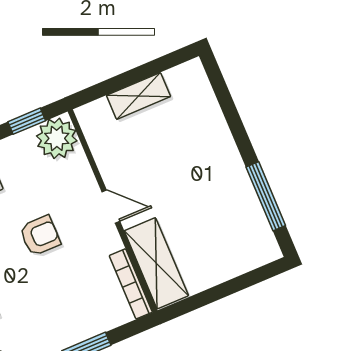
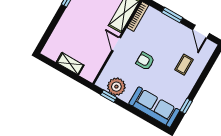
plant: (57, 138) -> (116, 87), moved

